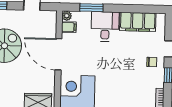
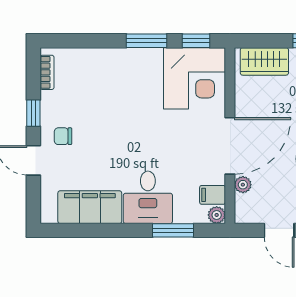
plant: (52, 32) -> (243, 185), added
door: (58, 54) -> (230, 146), hinge flipped

